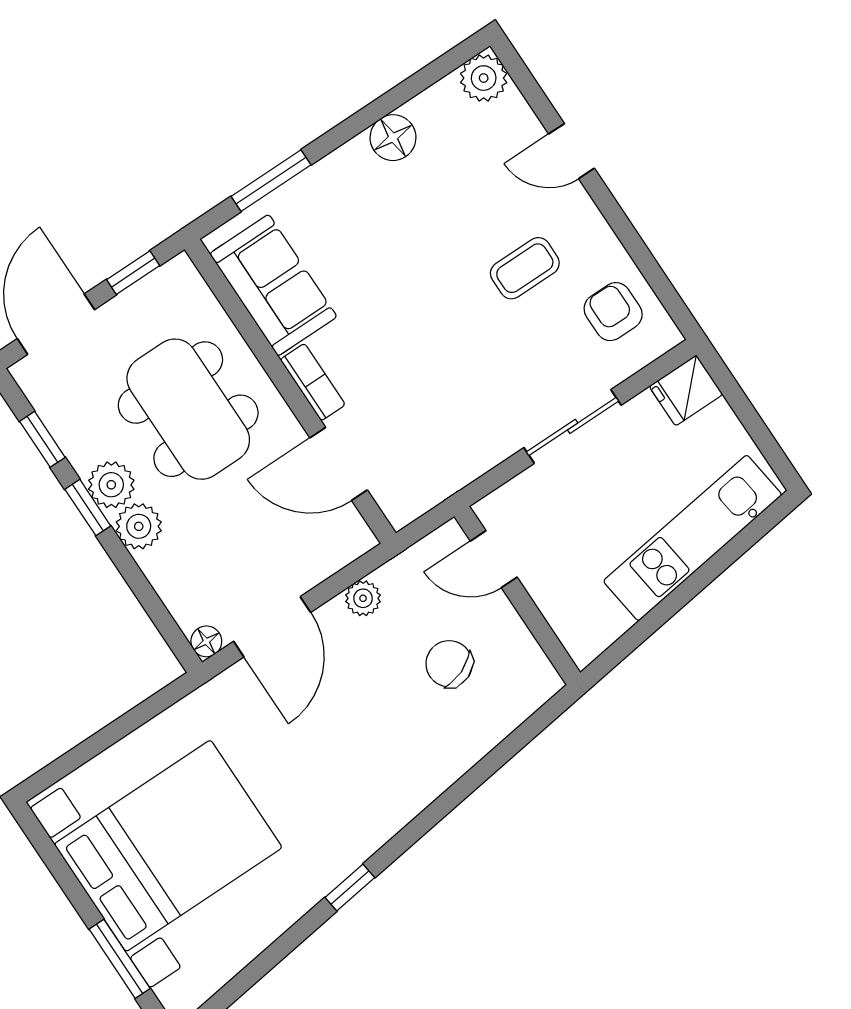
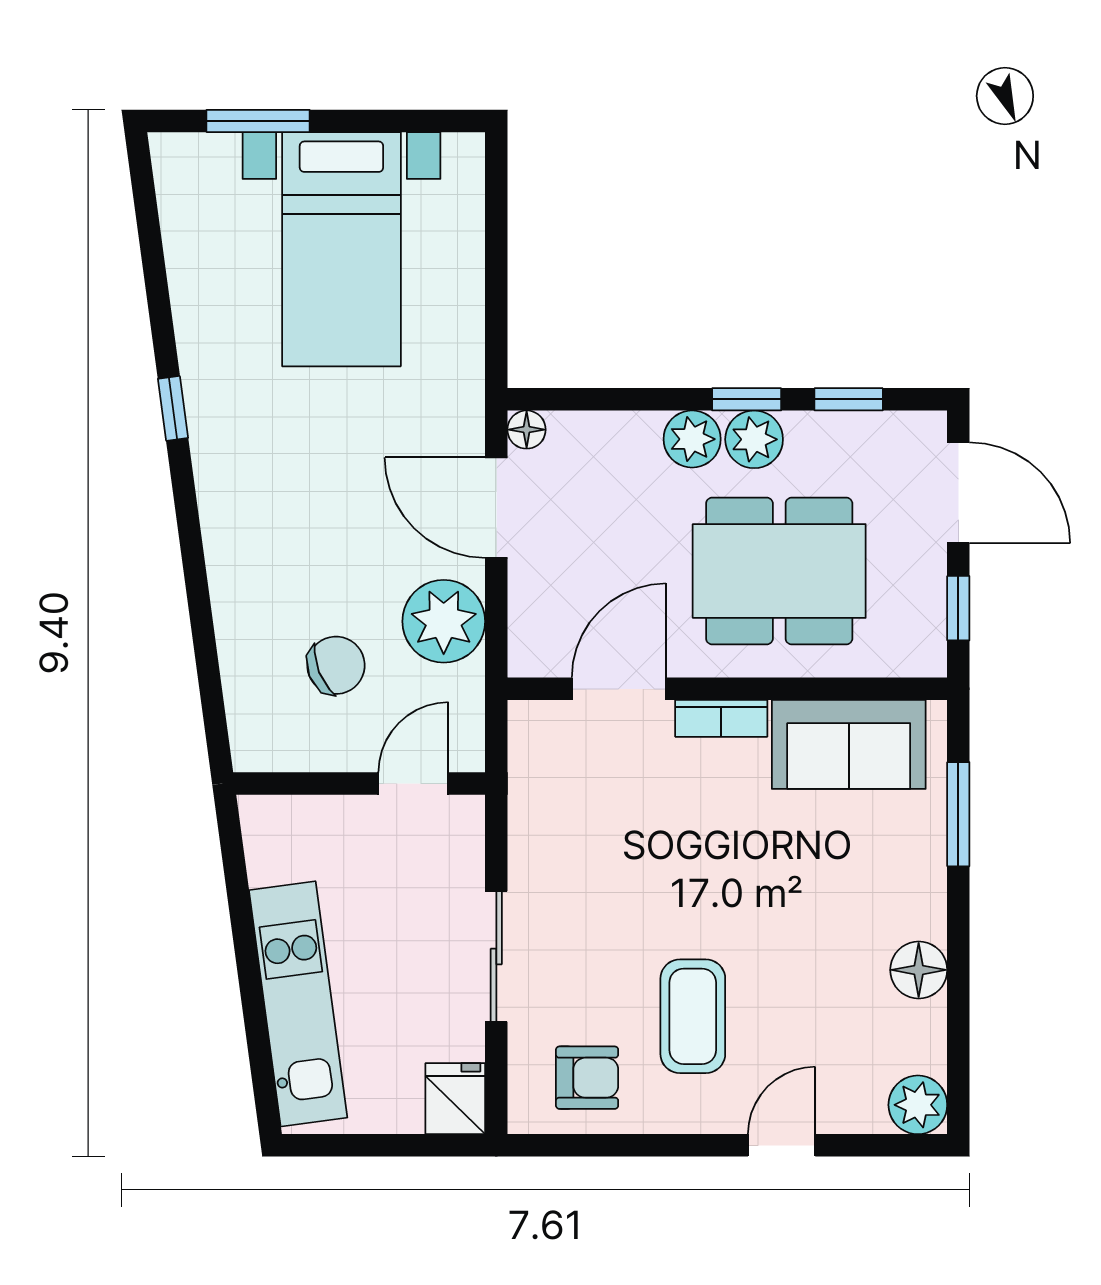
coffee table: (525, 268) -> (693, 1016), width x1.36, depth x1.30
plant: (363, 598) -> (444, 621), width x1.88, depth x1.88
bed with nightstands: (168, 846) -> (341, 249), width x0.73

